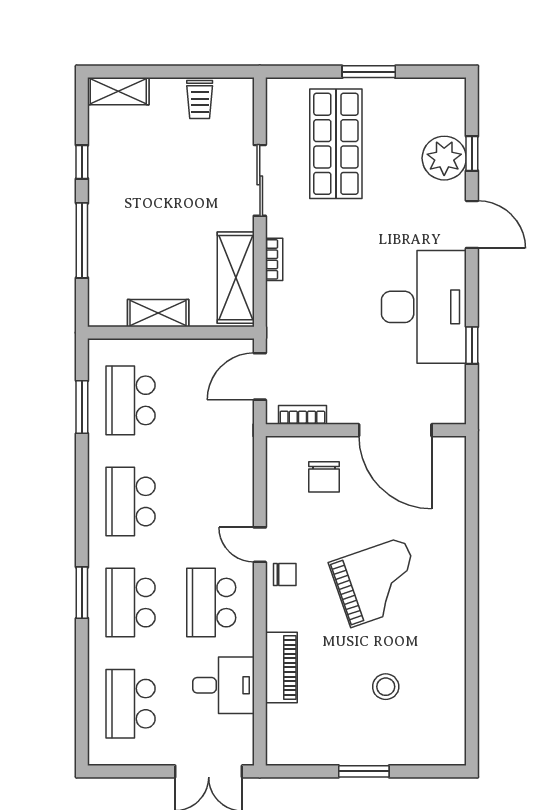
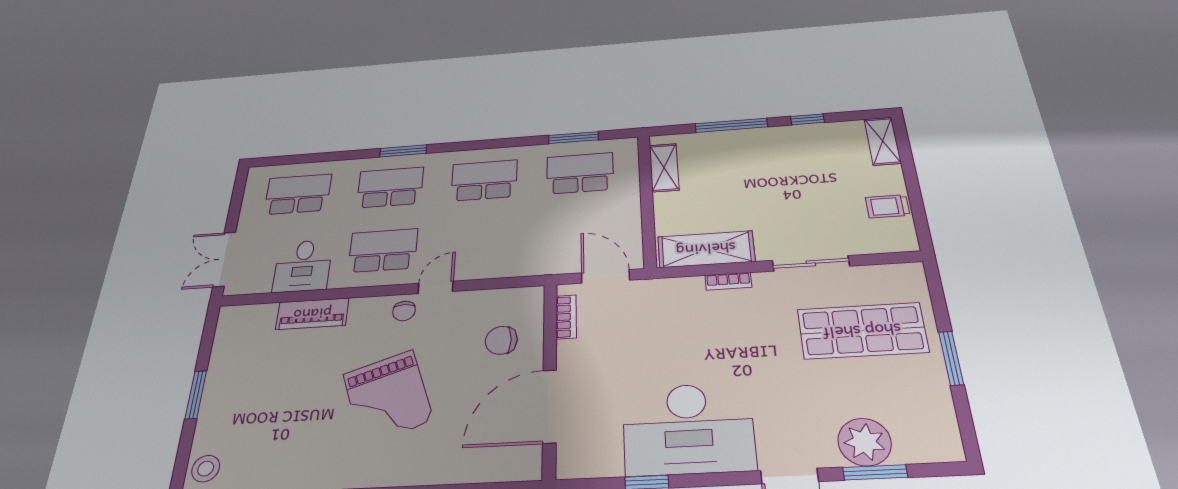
window: (472, 154) -> (875, 472), width x1.50
shelving: (158, 313) -> (664, 168), moved
stool: (386, 687) -> (206, 469), moved

